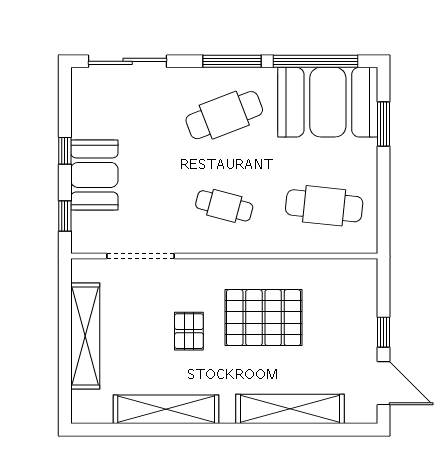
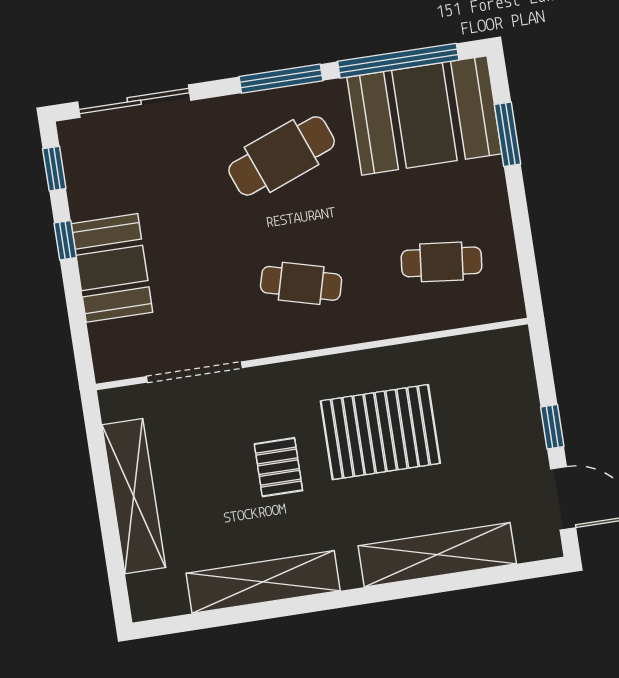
cafe table: (324, 206) -> (442, 262), width x0.73, depth x0.74
window: (65, 216) -> (54, 169), moved

